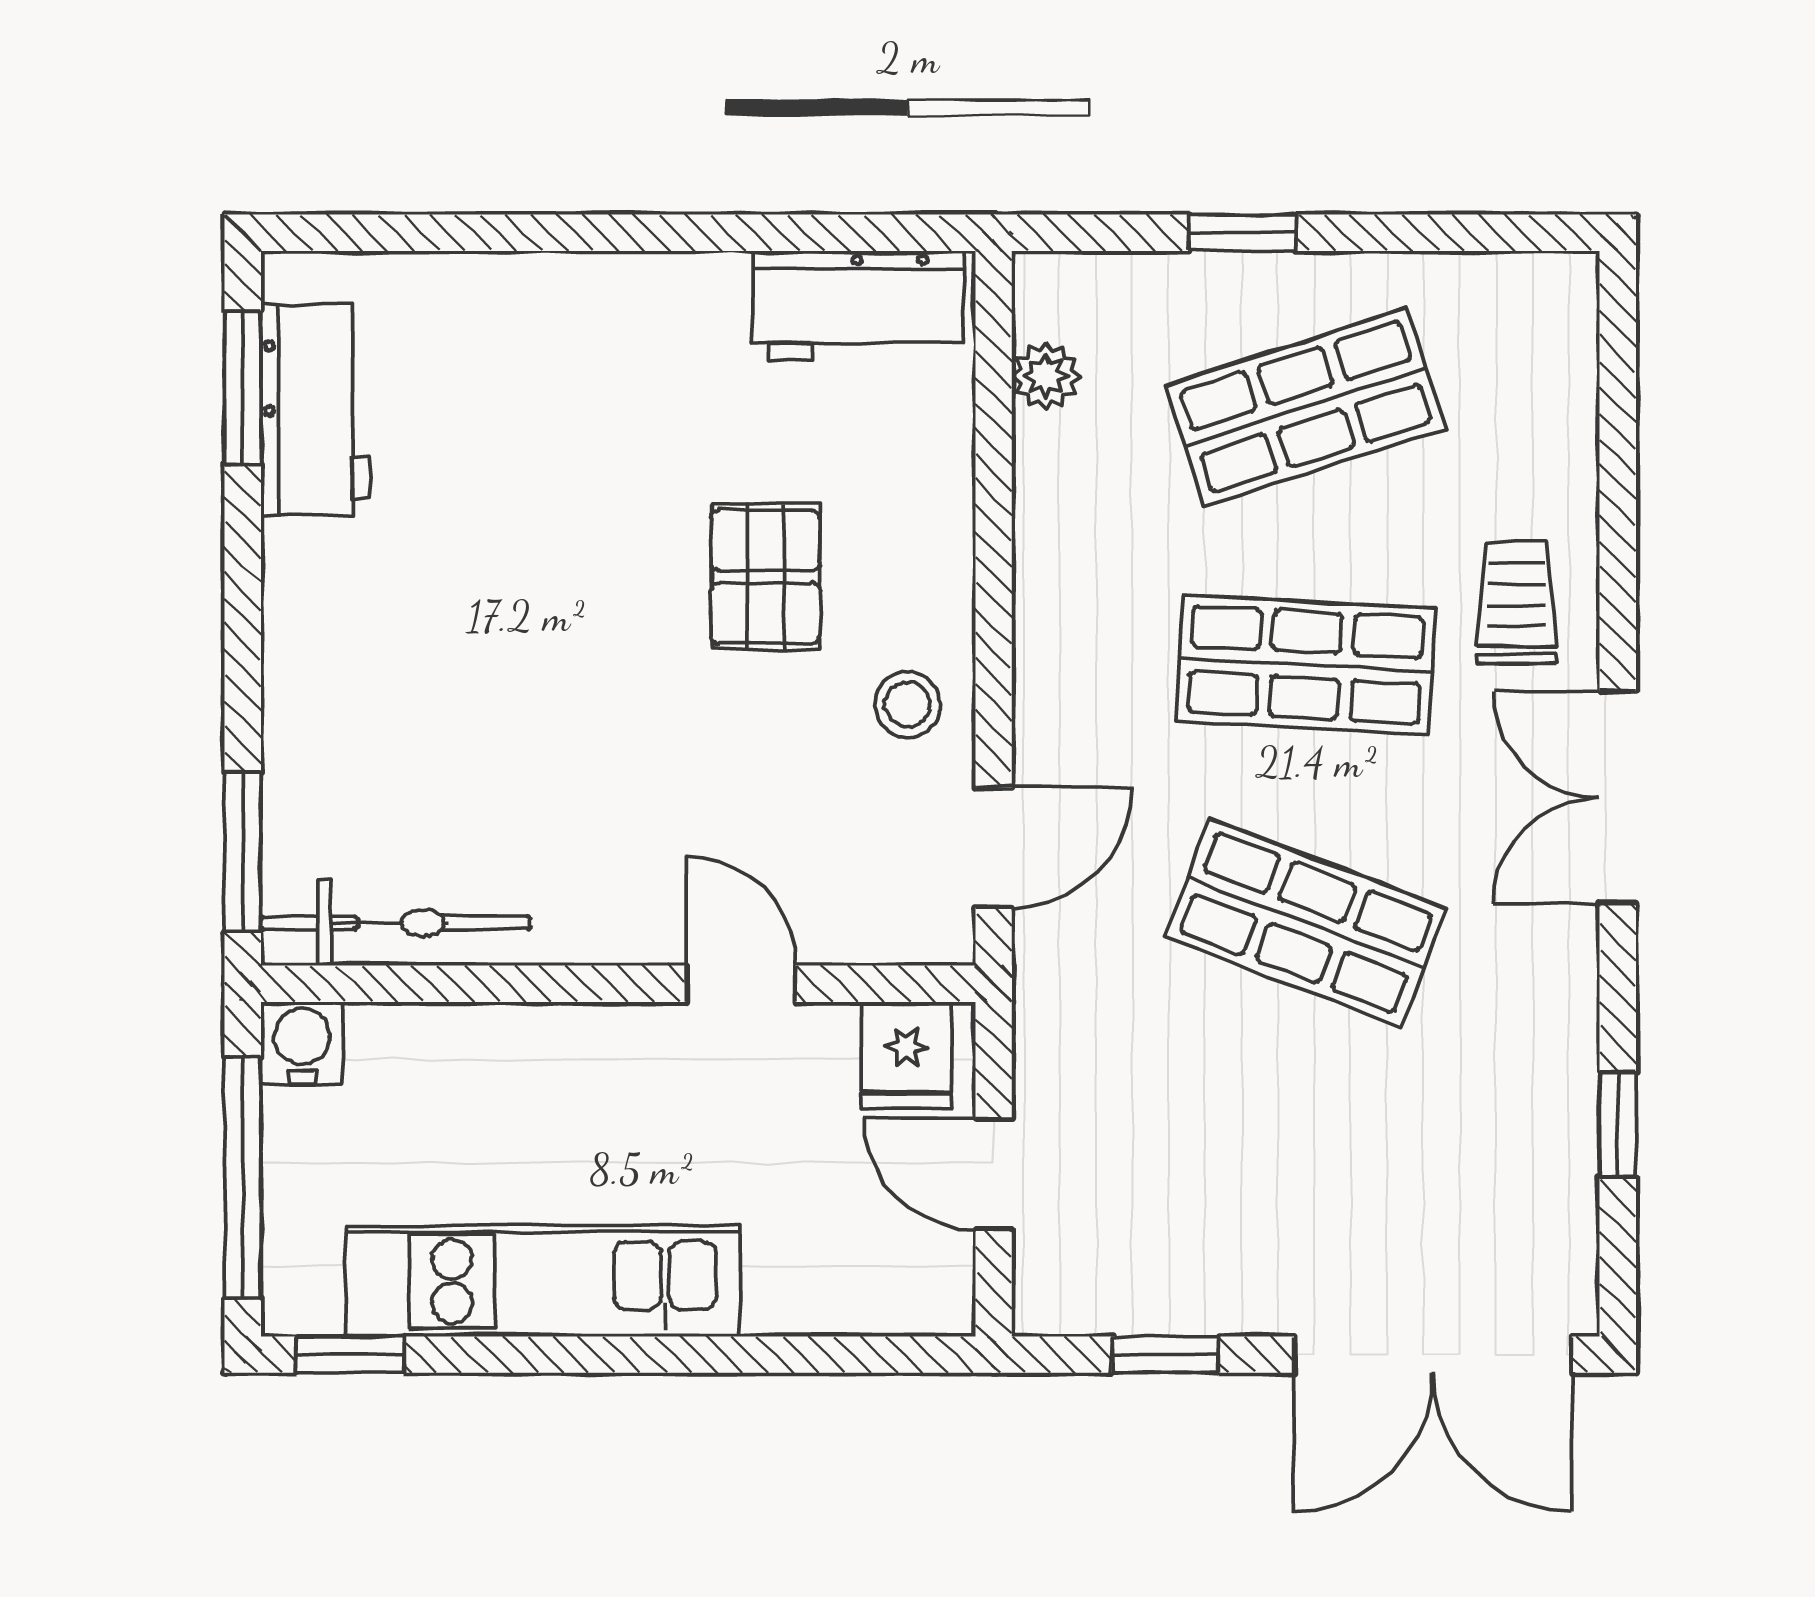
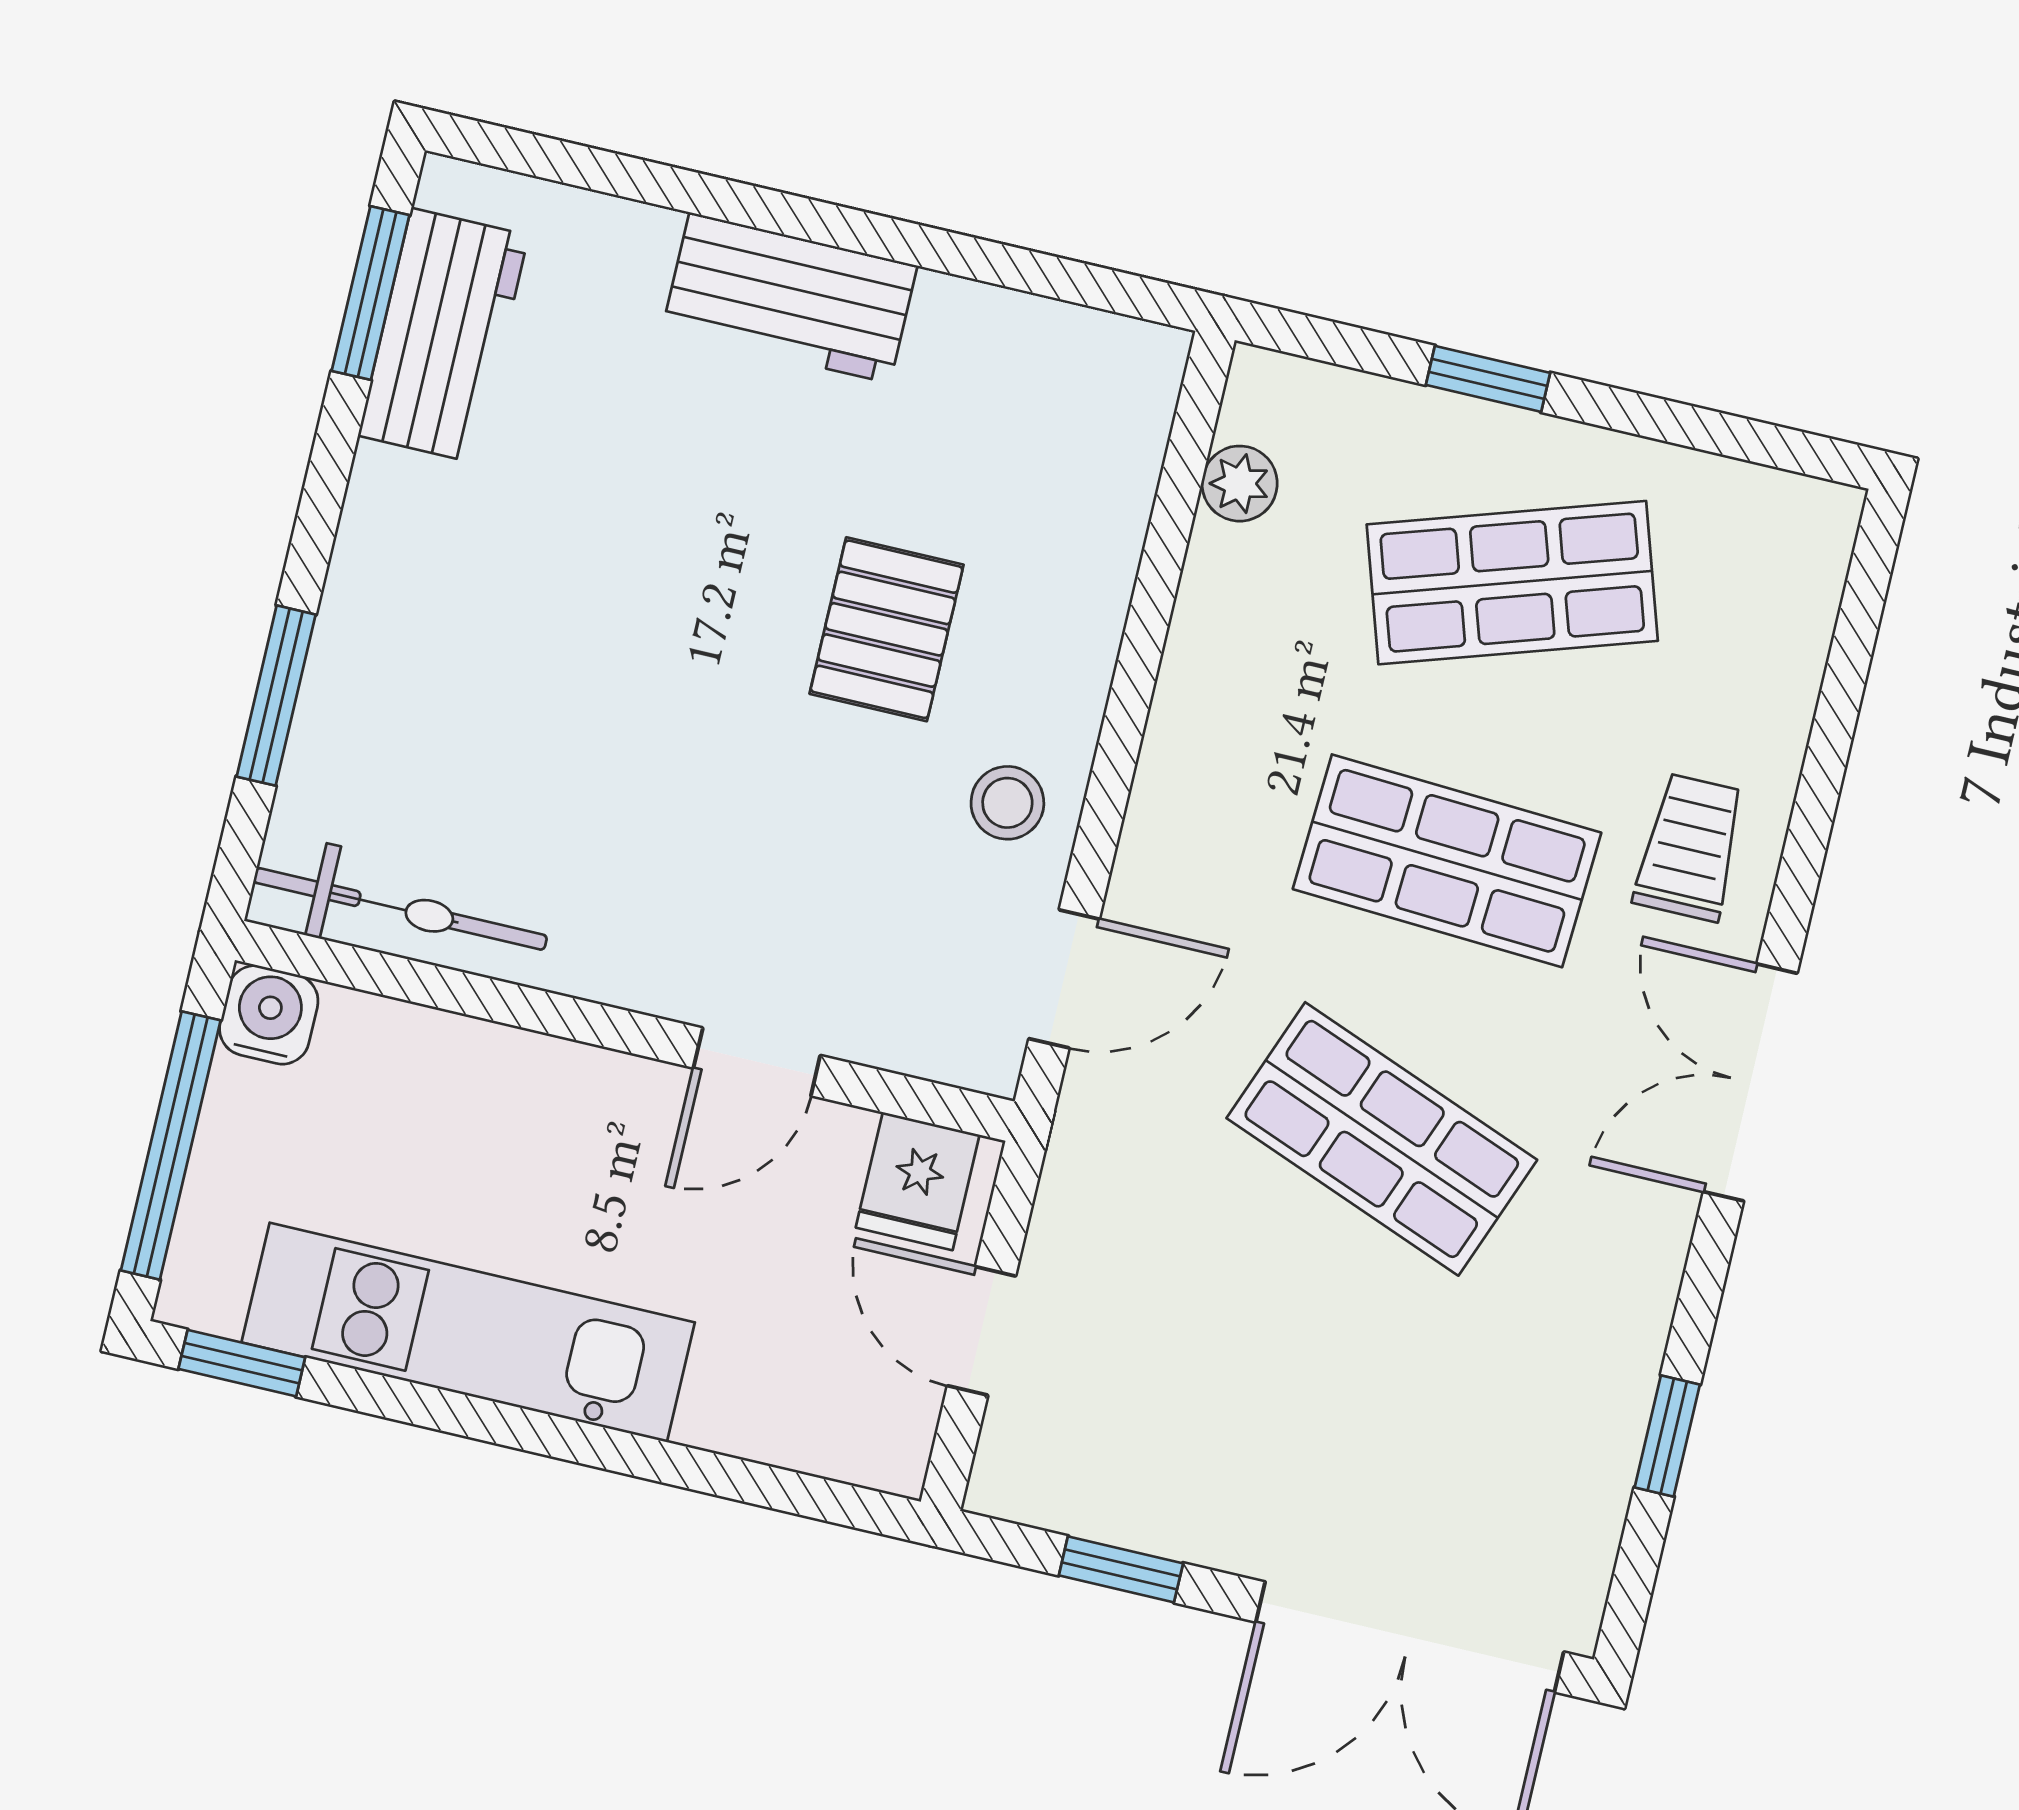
workbench: (858, 306) -> (790, 298), moved
window: (243, 852) -> (276, 696), moved
door: (741, 984) -> (757, 1062), swing flipped

